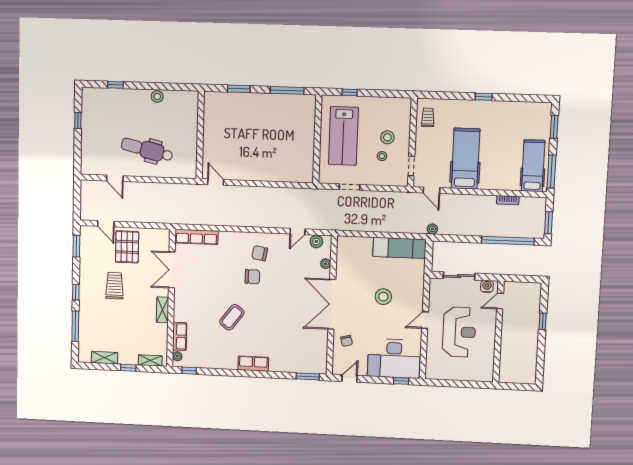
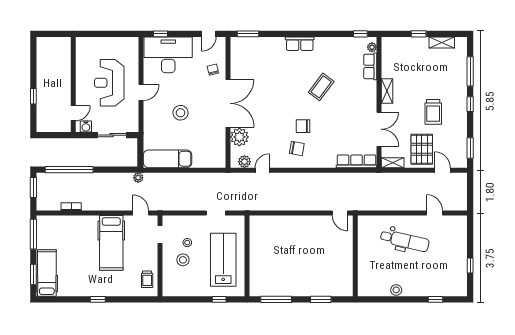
hospital bed: (533, 166) -> (47, 273), moved, turned 180
plant: (326, 264) -> (239, 137), width x1.88, depth x1.88
shelving: (150, 360) -> (393, 163), moved

